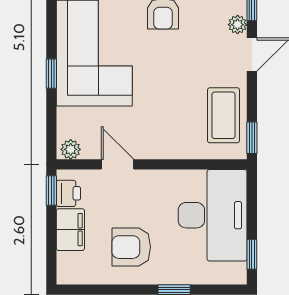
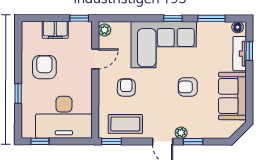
window: (51, 74) -> (173, 18), moved
armchair: (164, 114) -> (126, 88), added
printer: (68, 193) -> (78, 29), removed

